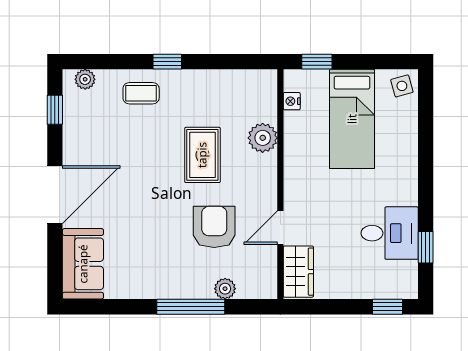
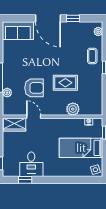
window: (55, 110) -> (73, 18), moved

